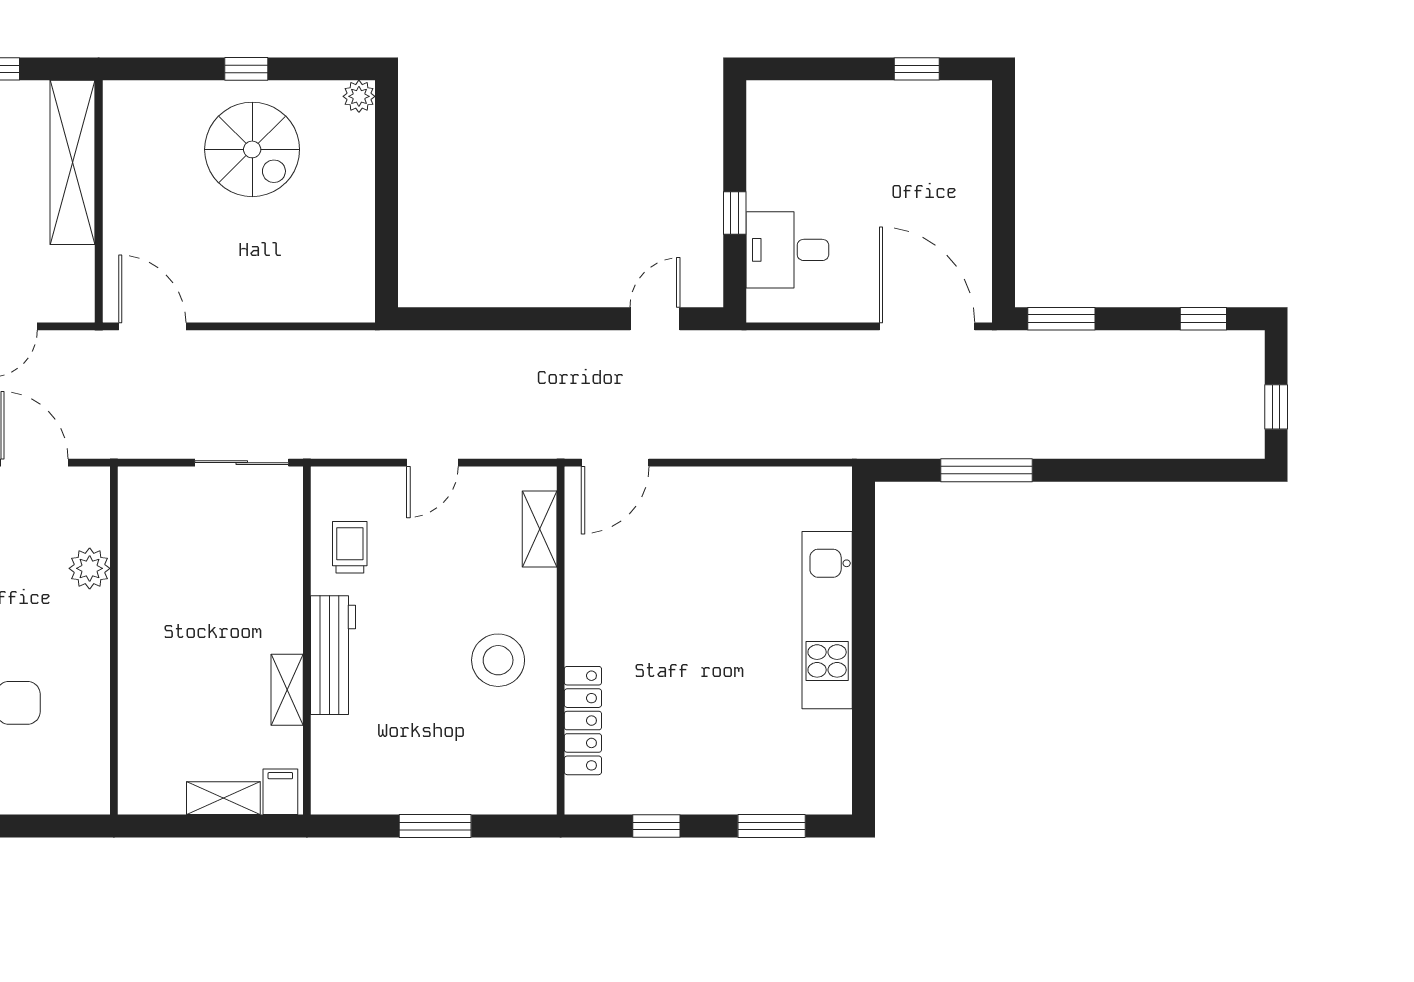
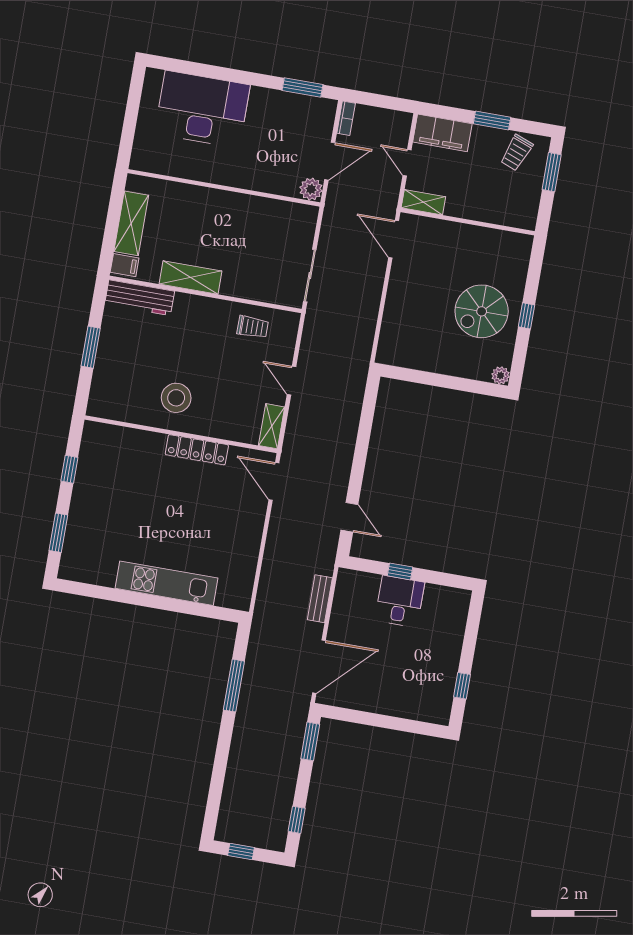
shelving: (73, 162) -> (423, 202), moved, width x0.45, depth x0.75
desk: (787, 250) -> (400, 601), moved
door: (152, 326) -> (394, 239), swing flipped
bench: (807, 346) -> (320, 599), added
shelving: (540, 529) -> (272, 426), moved, turned 90
plant: (90, 568) -> (311, 189), moved
workbench: (333, 655) -> (140, 298), moved
shelving: (287, 690) -> (190, 277), width x1.50, depth x1.33
locker: (583, 721) -> (197, 450), moved
shelving: (223, 798) -> (131, 223), width x1.50, depth x1.33

